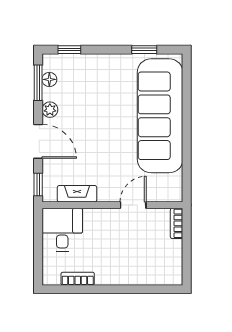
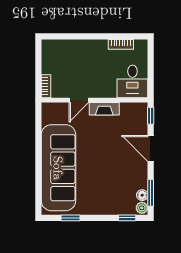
plant: (50, 110) -> (142, 208), moved
fireplace: (77, 194) -> (104, 109), moved

